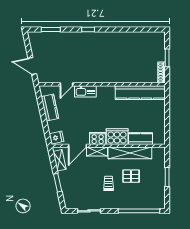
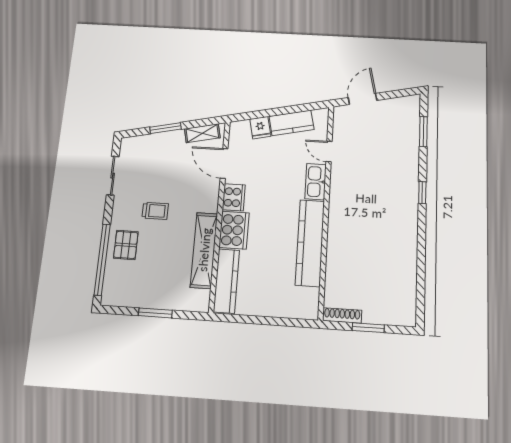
kitchen counter: (140, 93) -> (310, 243), moved
fridge: (57, 138) -> (260, 128), moved
kitchen counter: (141, 139) -> (226, 281), width x1.50
shelving: (97, 152) -> (211, 195), removed
pallet: (131, 176) -> (126, 245), moved

